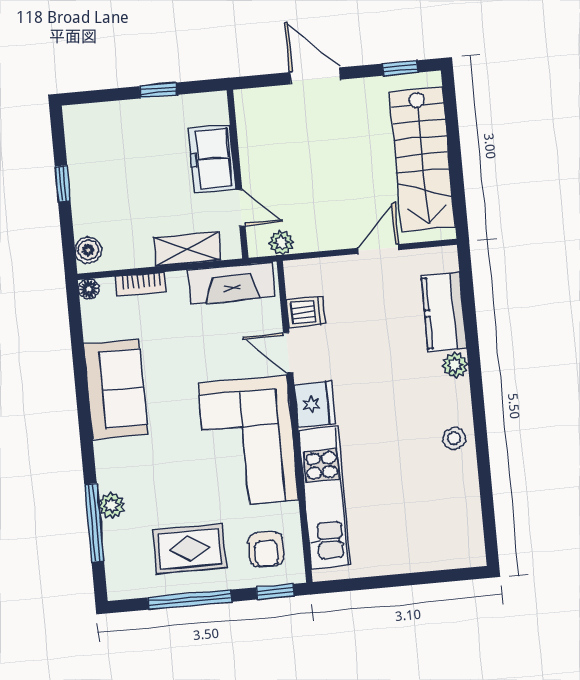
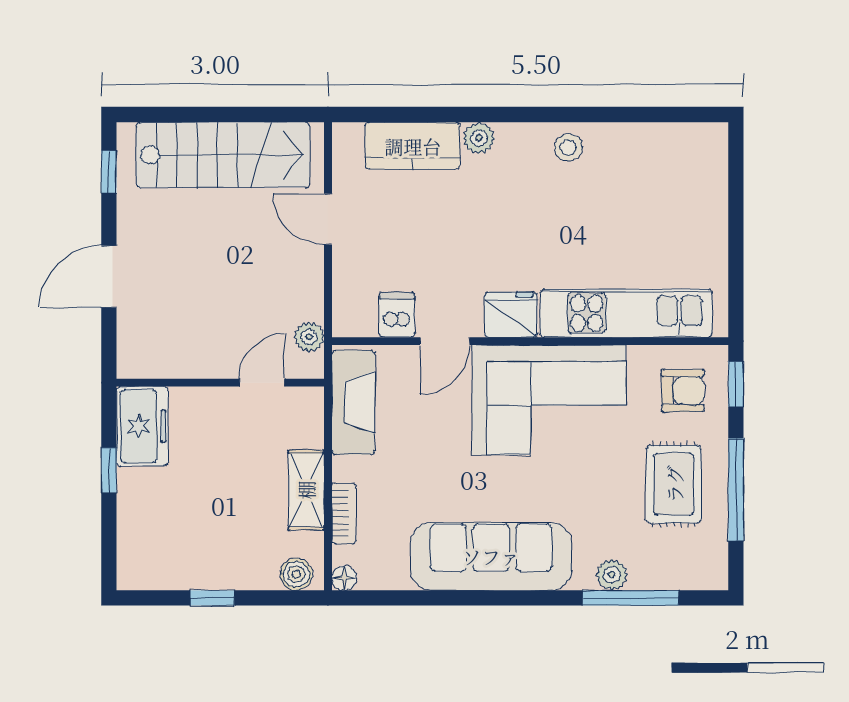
freezer: (212, 159) -> (142, 426), moved, turned -90
shelving: (187, 249) -> (306, 490), moved
sofa: (116, 389) -> (491, 556), width x1.36

